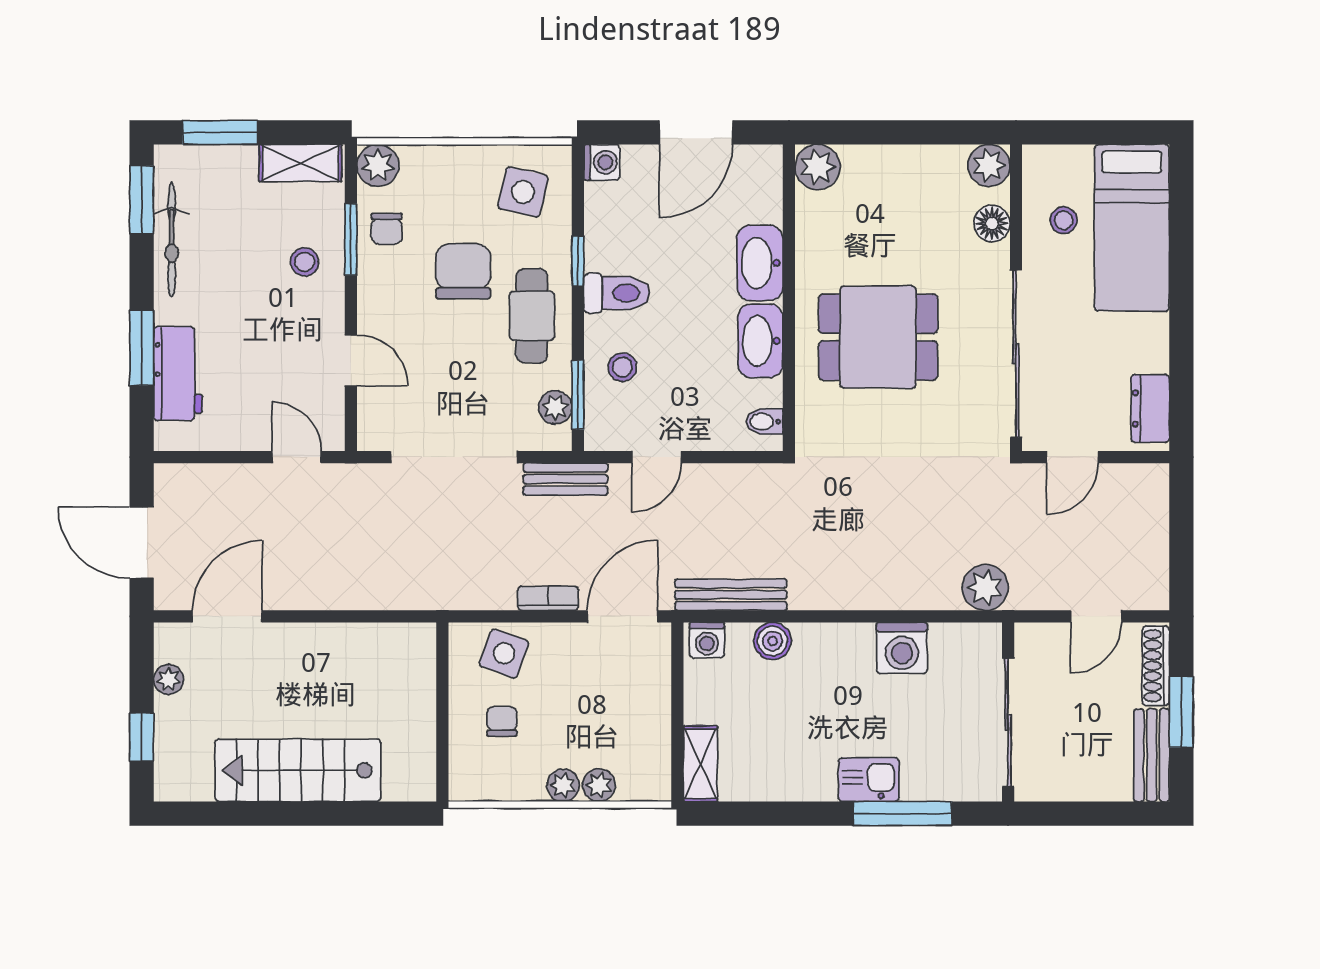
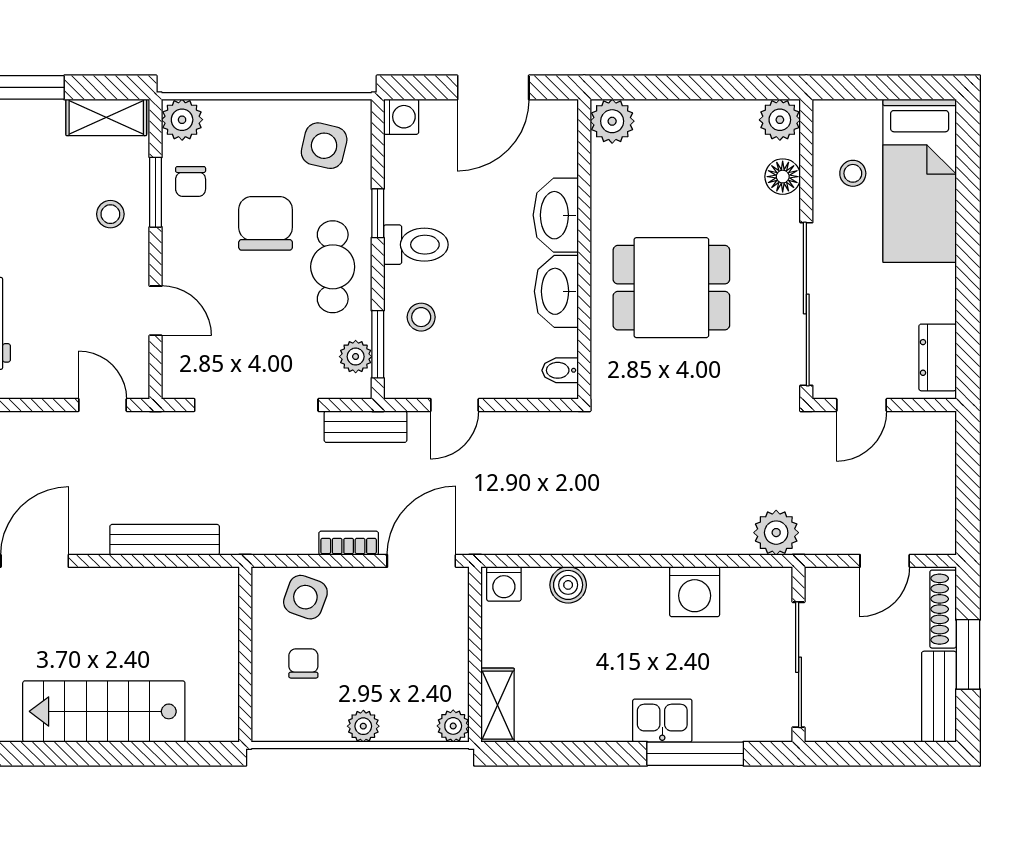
bench: (731, 595) -> (165, 540), moved
plant: (599, 785) -> (453, 726), moved

